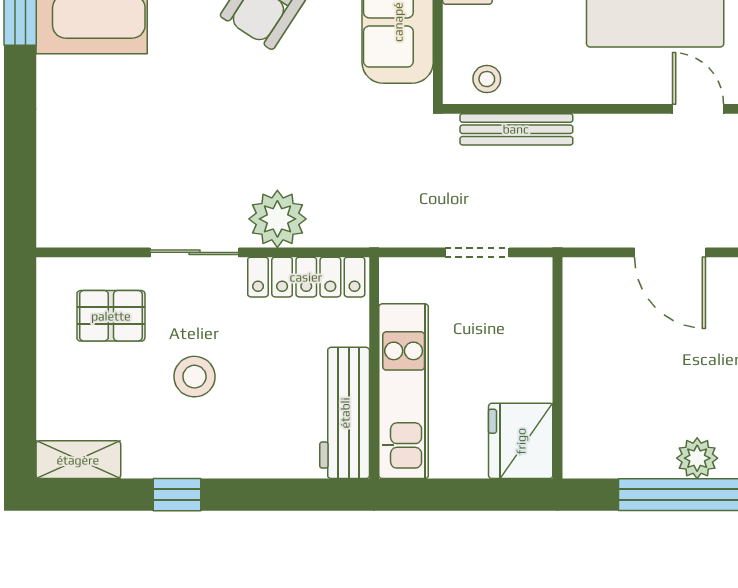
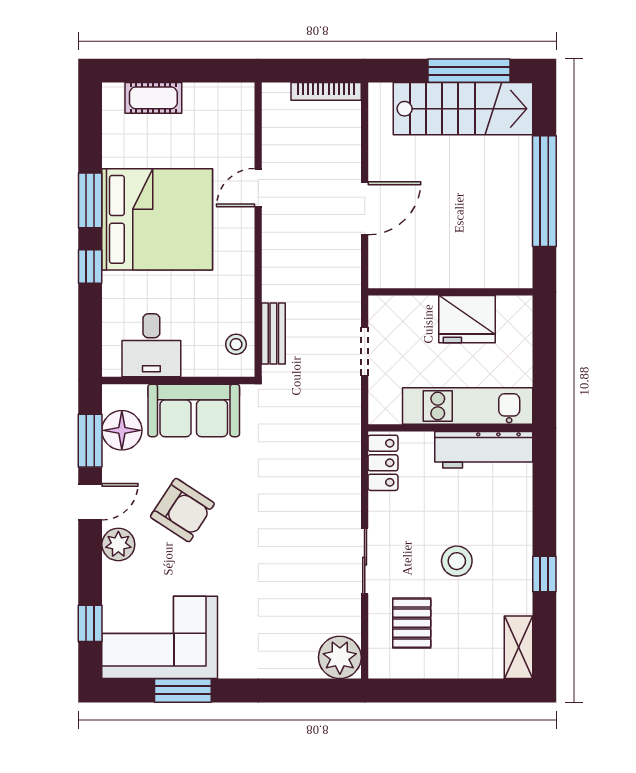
bench: (516, 129) -> (273, 333), width x0.73
plant: (277, 219) -> (340, 657), moved
locker: (306, 277) -> (383, 463), width x0.66
fridge: (521, 441) -> (467, 319), moved
plant: (697, 458) -> (517, 188), removed

